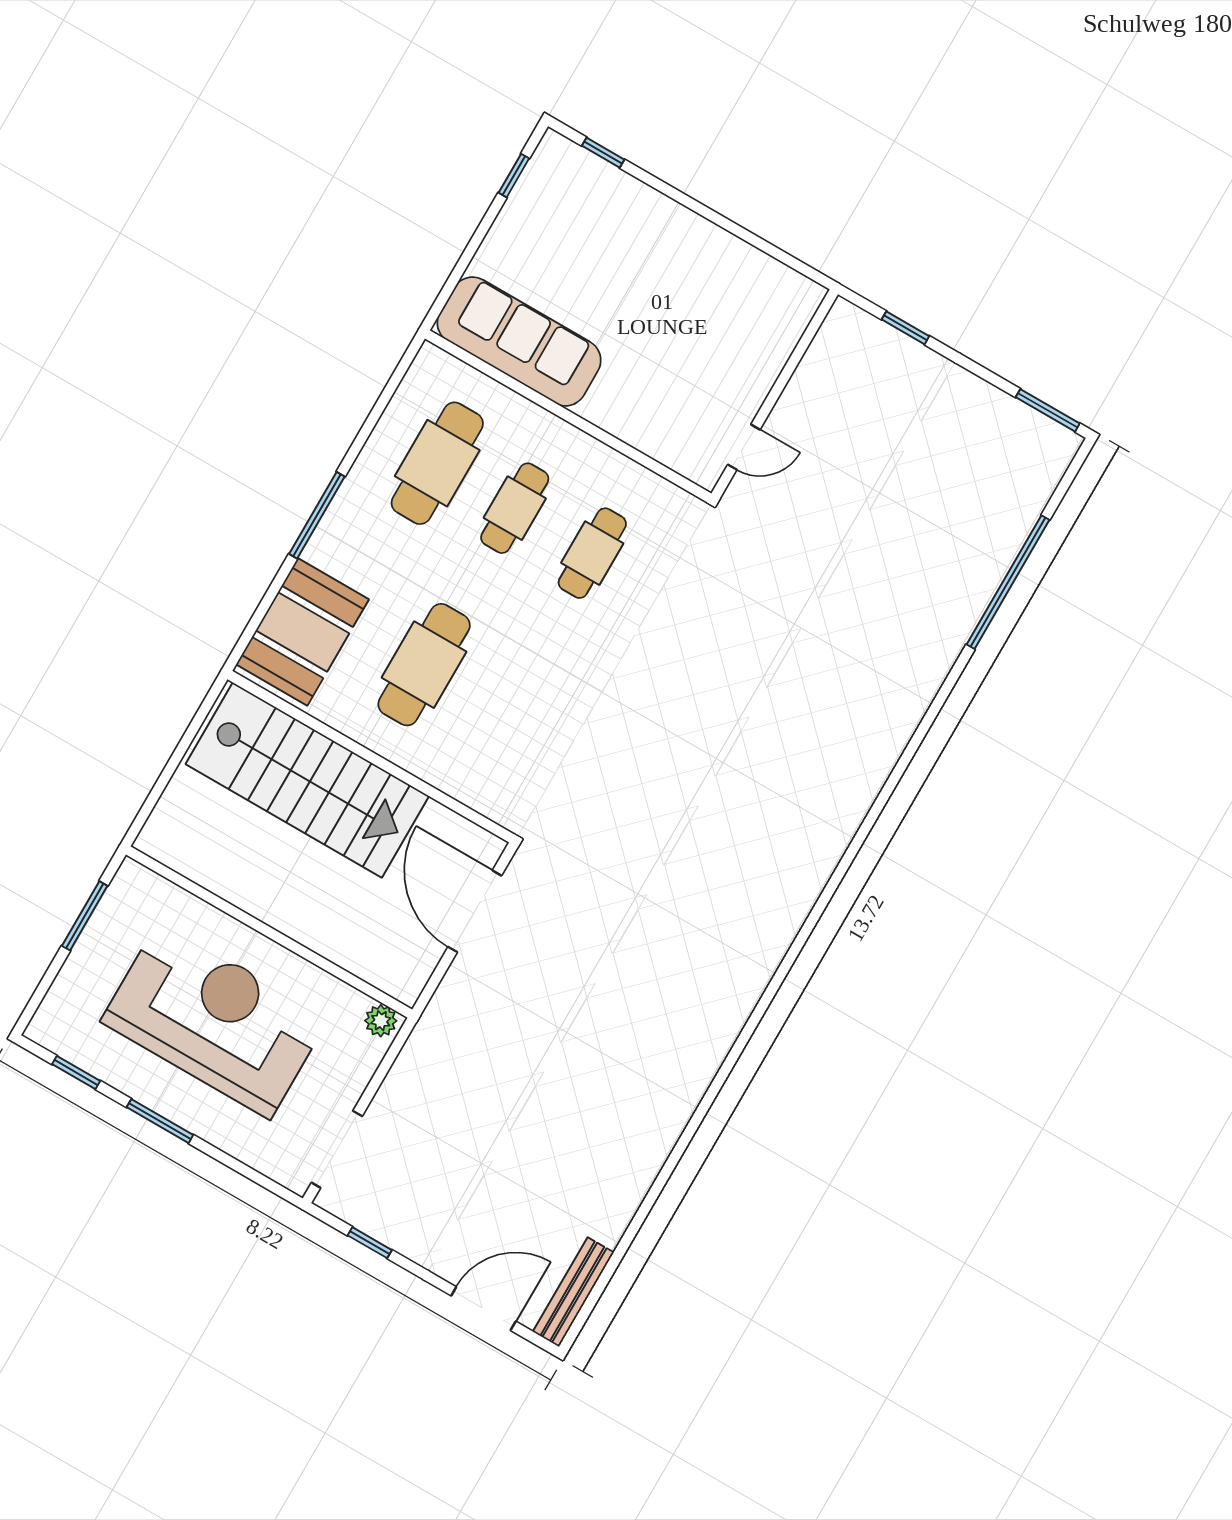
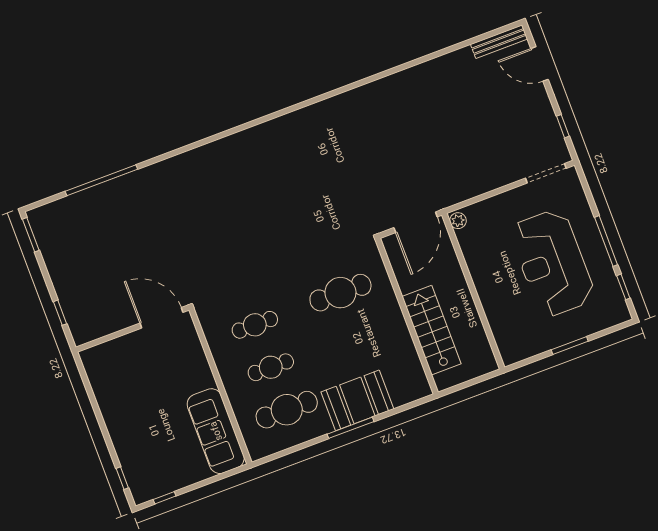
door: (744, 447) -> (161, 318), width x1.88
booth: (302, 632) -> (357, 400), moved
cafe table: (424, 665) -> (340, 293), moved
stairs: (307, 780) -> (432, 330), width x0.73, depth x0.66
wall: (269, 932) -> (473, 291), moved
plant: (381, 1021) -> (458, 221), moved
window: (160, 1121) -> (606, 241), width x1.44

